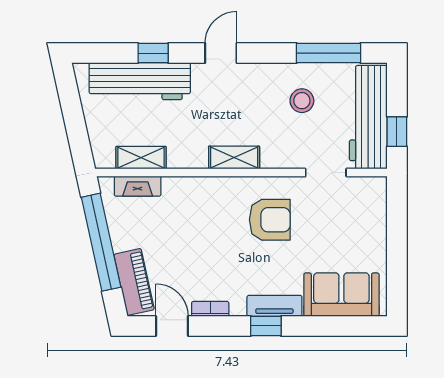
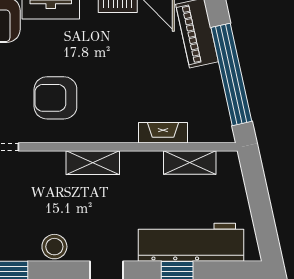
stool: (302, 101) -> (54, 247), moved
fireplace: (138, 186) -> (163, 133), moved

